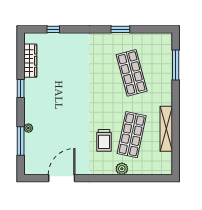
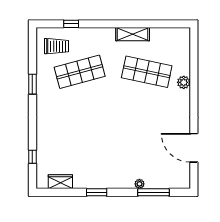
wardrobe: (30, 61) -> (60, 182), width x0.67
window: (176, 65) -> (71, 24), width x0.46
shelving: (166, 129) -> (133, 34), width x0.68
trolley: (104, 140) -> (56, 46), moved

